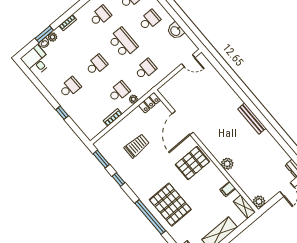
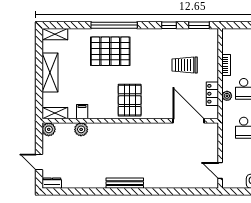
door: (188, 61) -> (220, 171), hinge flipped
locker: (149, 103) -> (212, 94), moved
door: (183, 123) -> (189, 121), moved
trolley: (137, 146) -> (185, 65), turned 90
plant: (227, 164) -> (81, 129), moved

